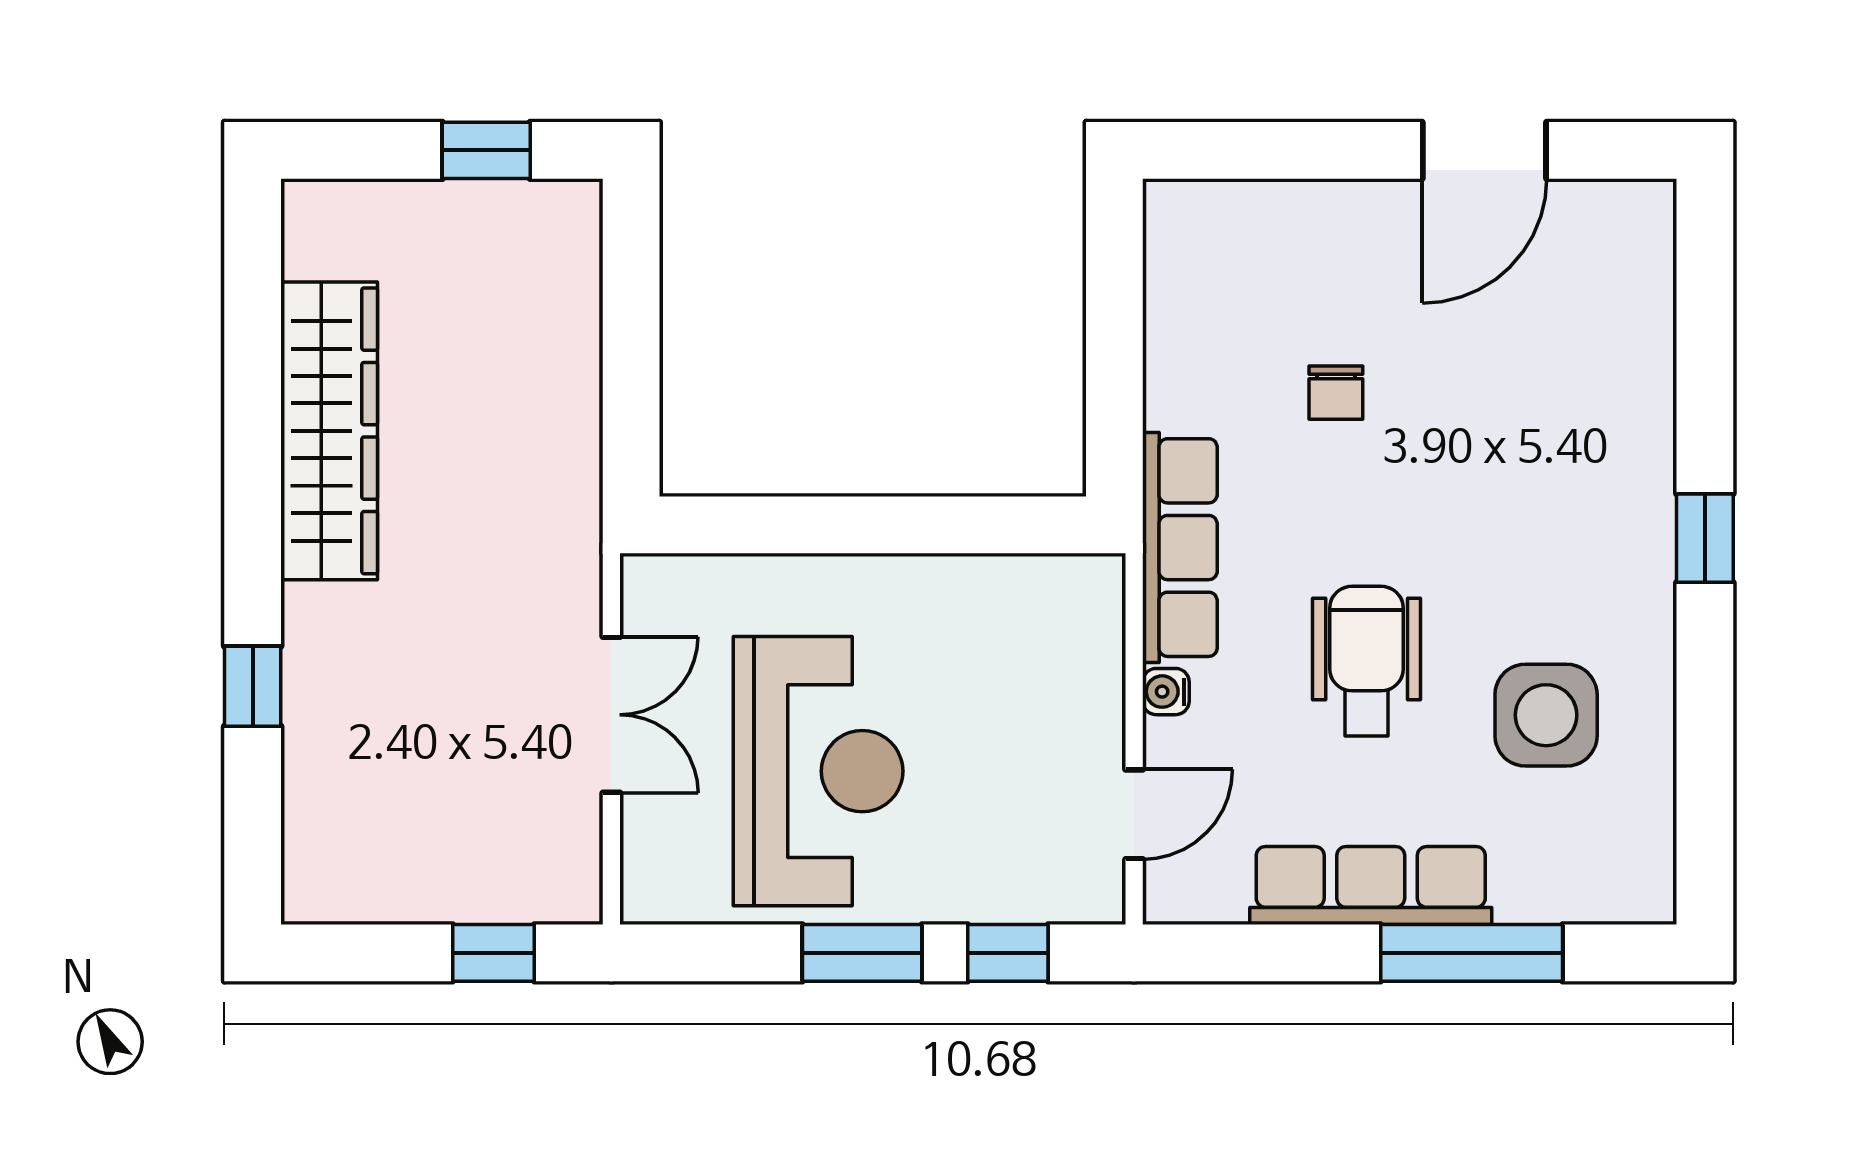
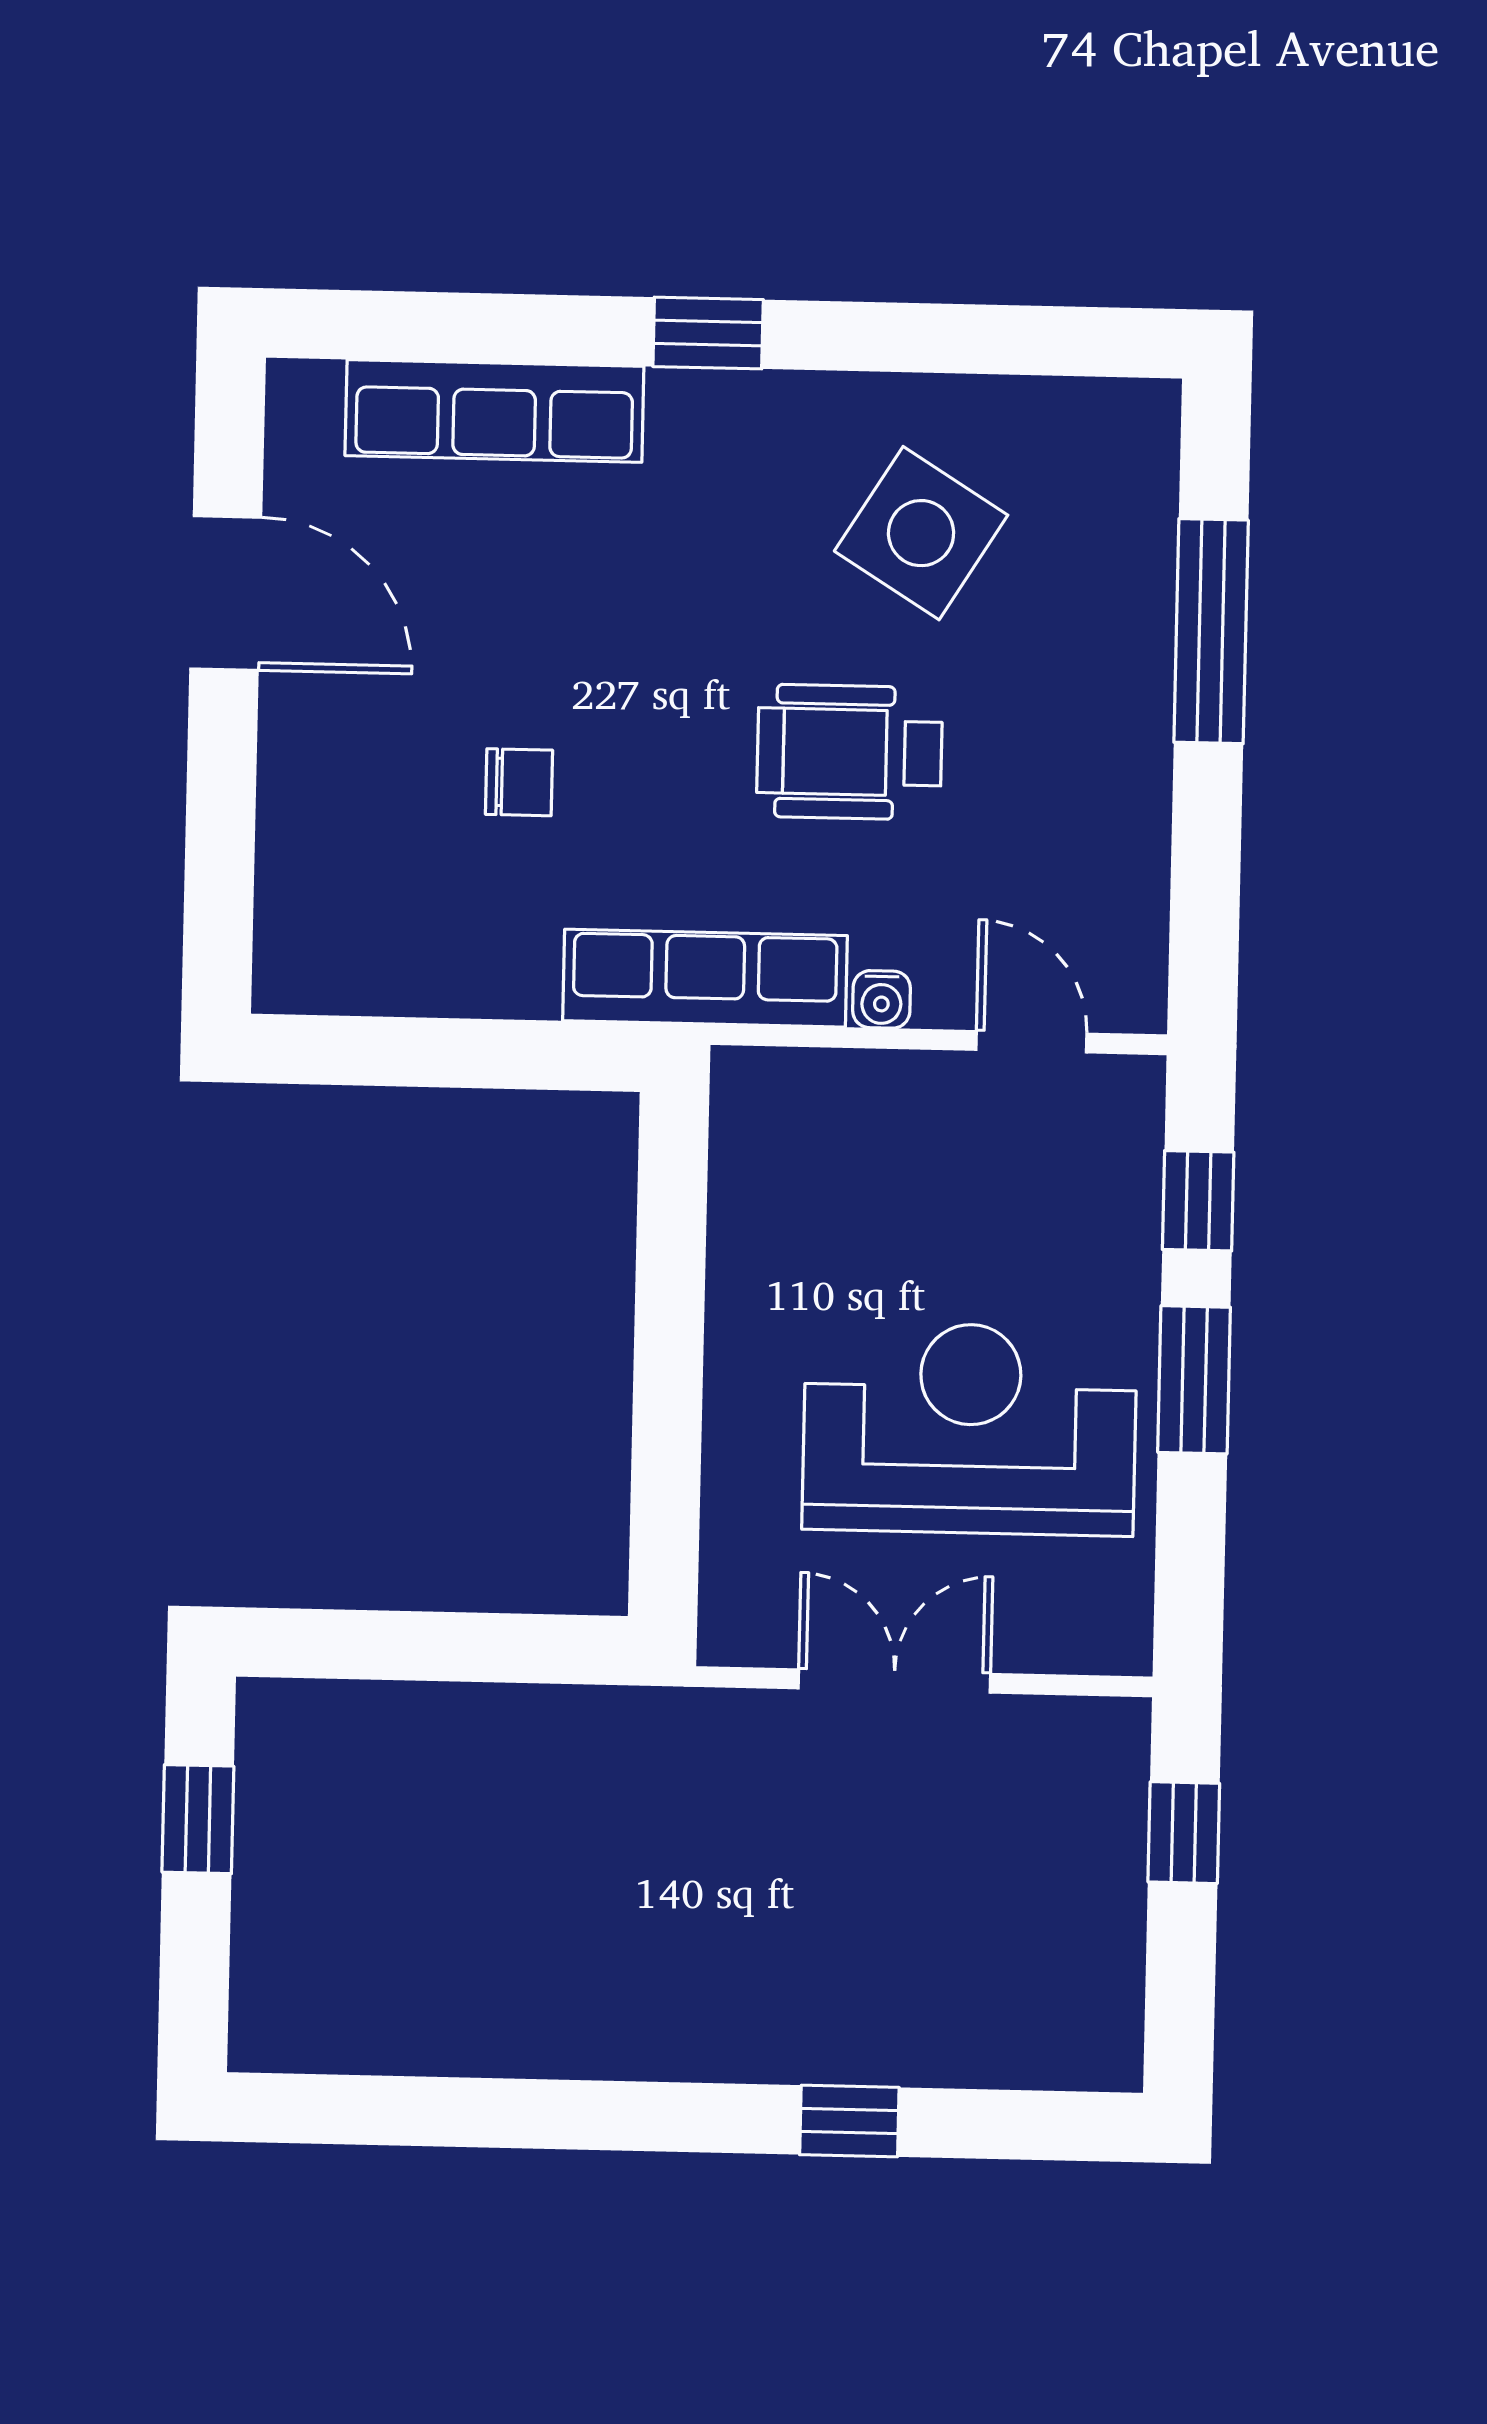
wardrobe: (329, 431) -> (538, 2020), removed
side table: (1546, 715) -> (921, 533), turned 32
row of seats: (1371, 886) -> (494, 411), moved, turned -90

